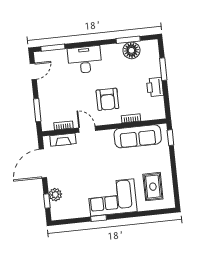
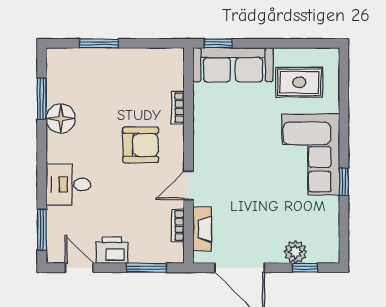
floor lamp: (131, 50) -> (61, 119), moved
desk: (85, 60) -> (68, 184), width x0.73
printer: (155, 87) -> (112, 250), moved, turned 180
sofa: (138, 136) -> (233, 65), moved, turned 90

